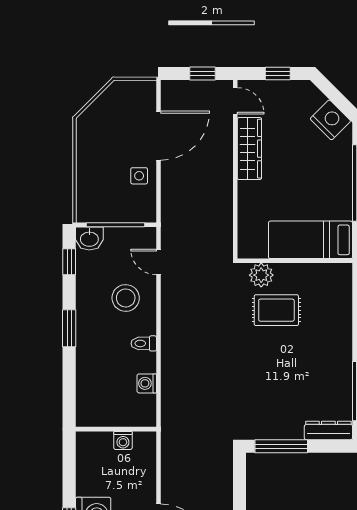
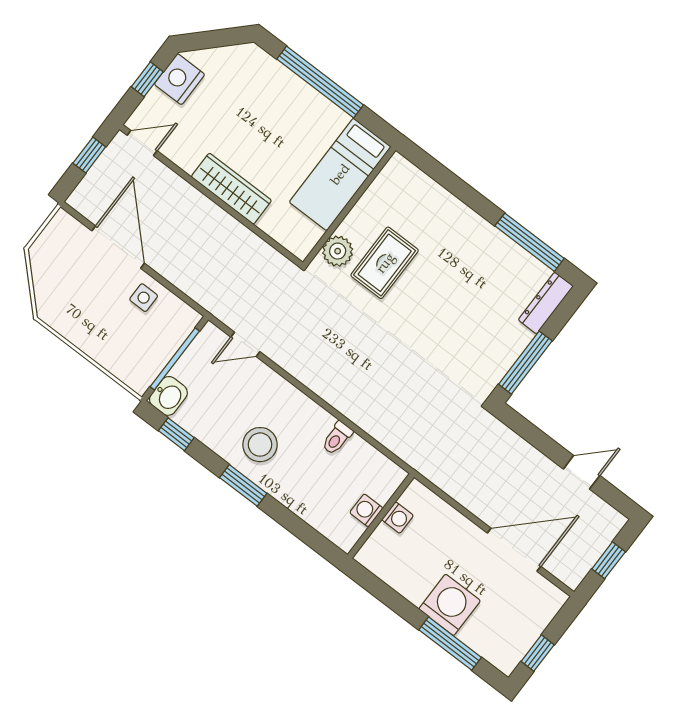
nightstand: (330, 120) -> (179, 79), moved, turned -45
wardrobe: (249, 149) -> (231, 189), moved
stool: (126, 298) -> (260, 445), moved
toilet: (144, 343) -> (337, 438), moved
washing machine: (147, 383) -> (366, 510), moved, turned 90

